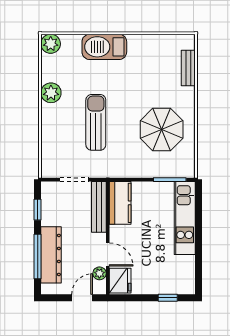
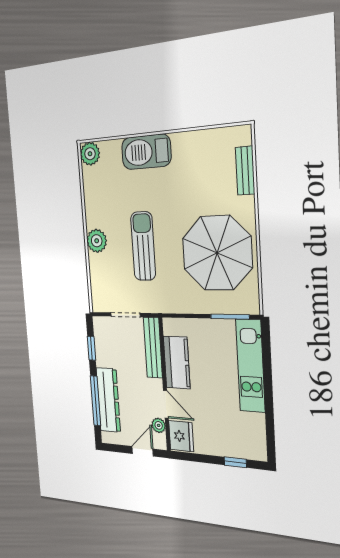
plant: (51, 93) -> (97, 241), moved
parasol: (162, 130) -> (217, 253), width x1.36, depth x1.36
kitchen counter: (120, 203) -> (177, 362), moved

